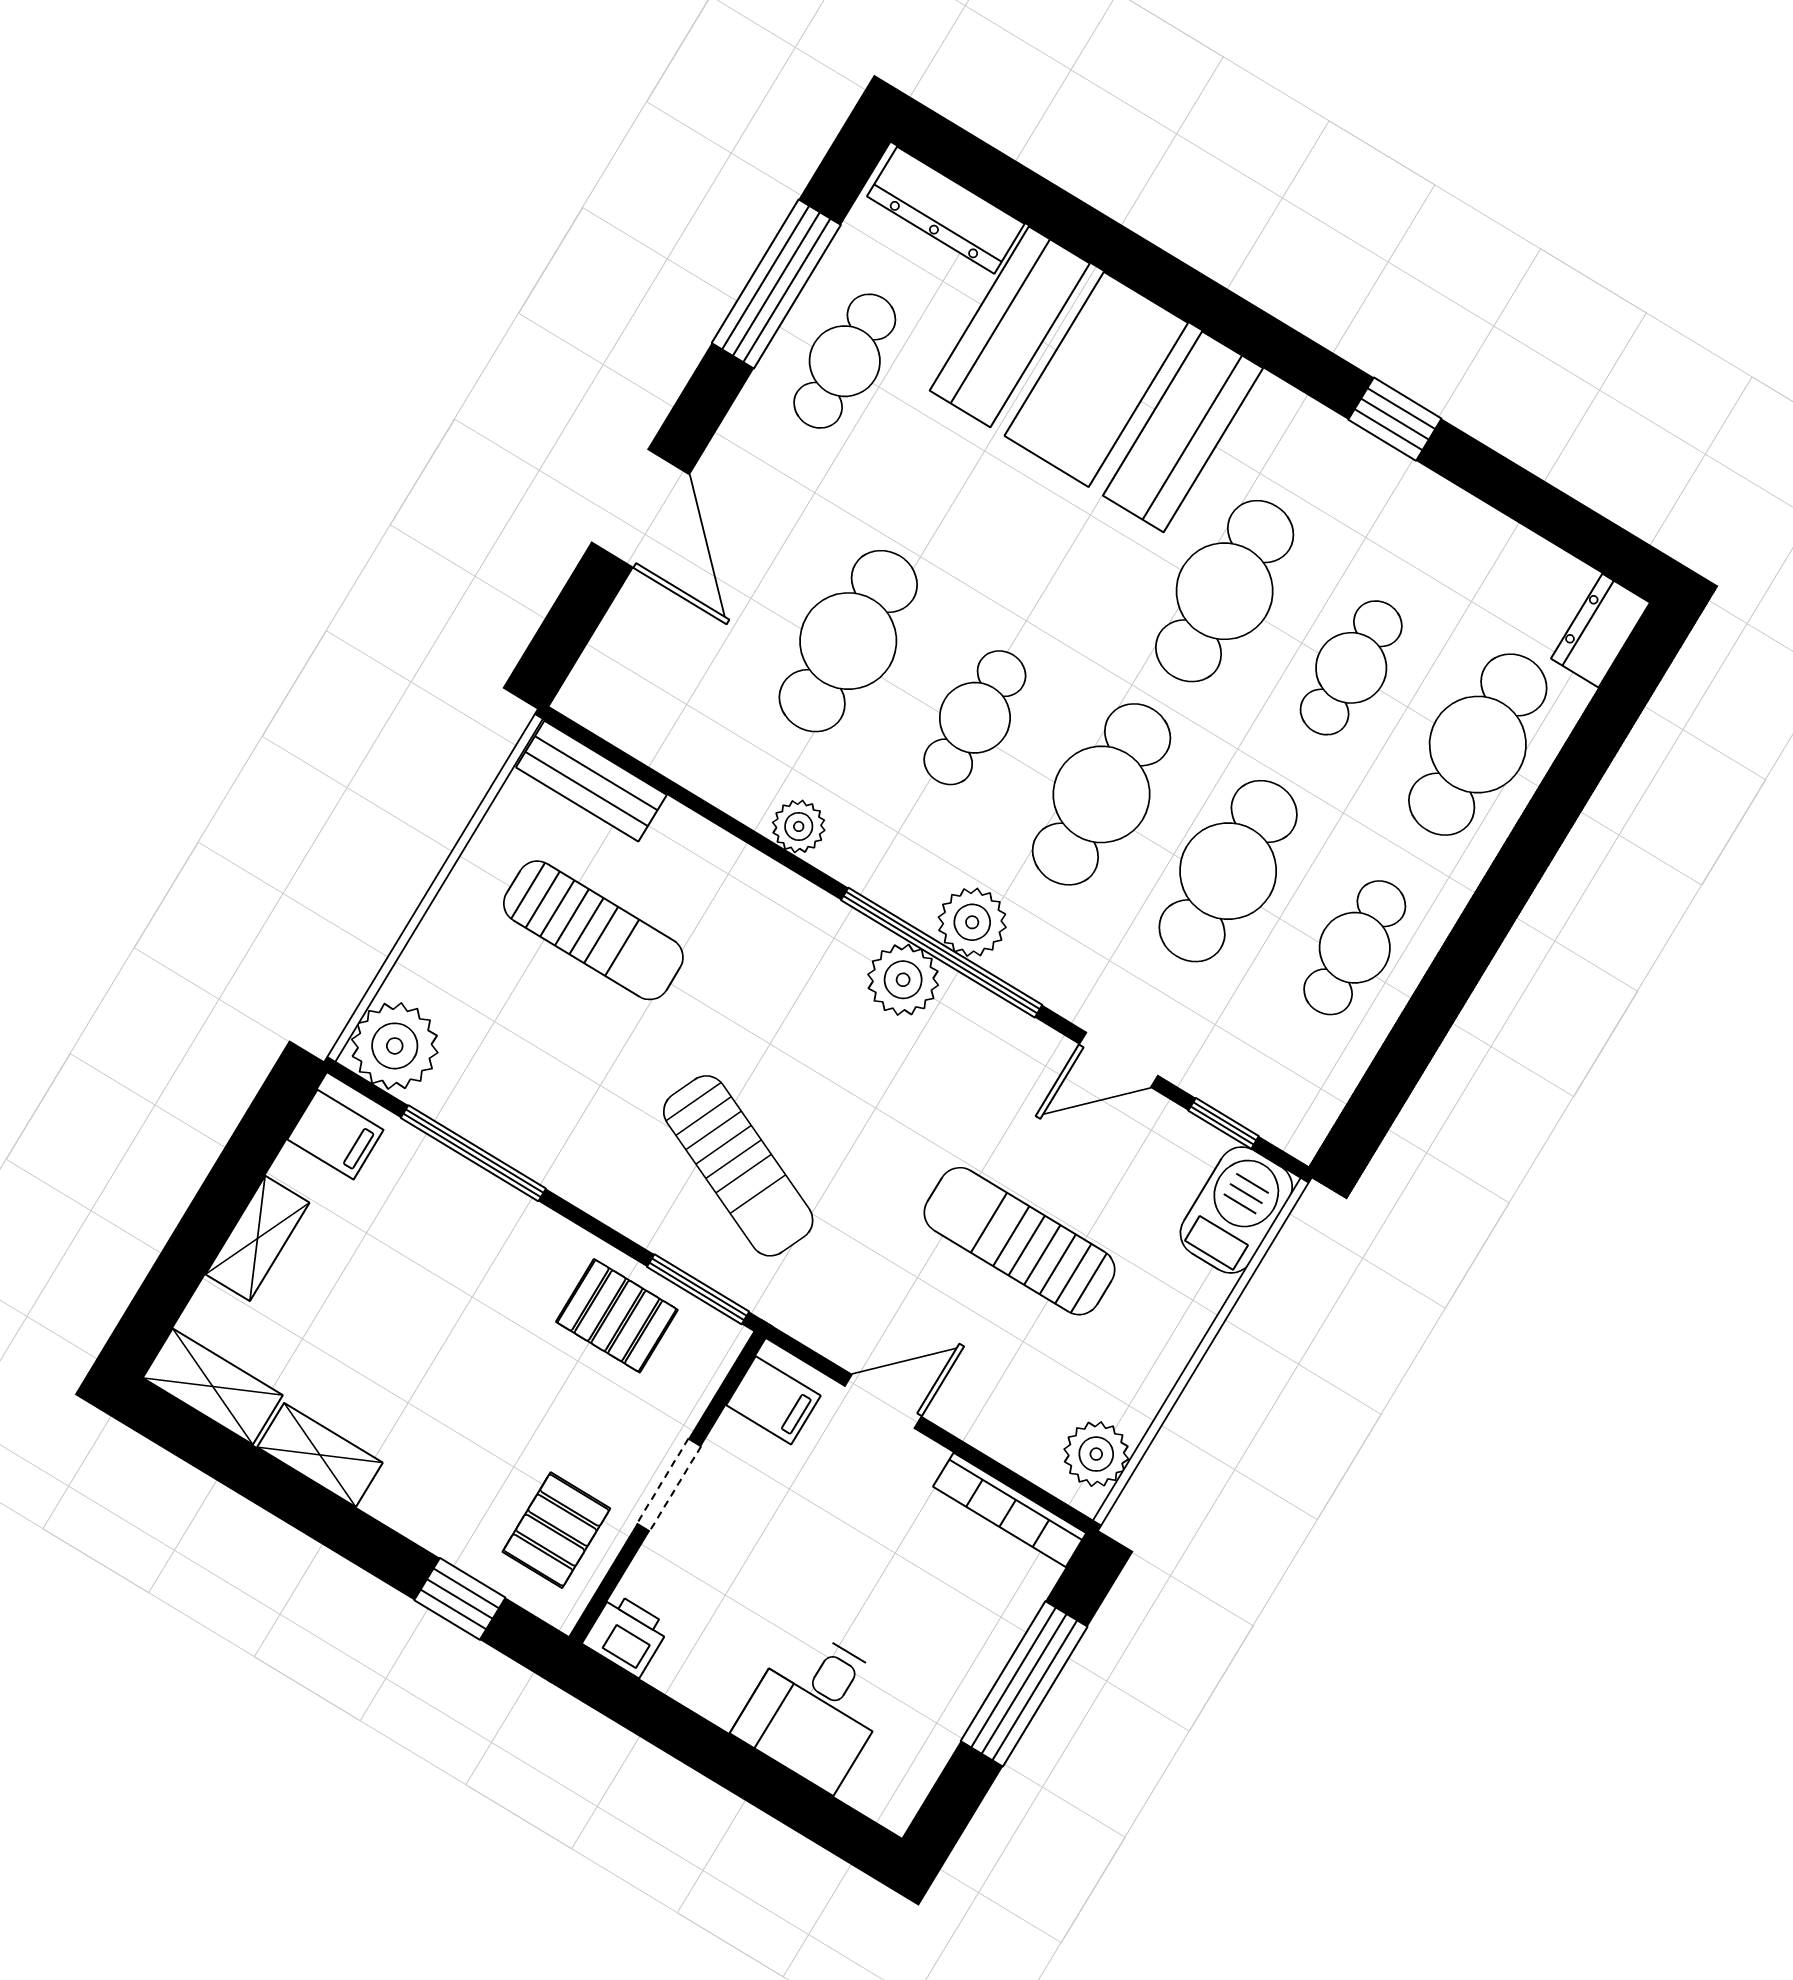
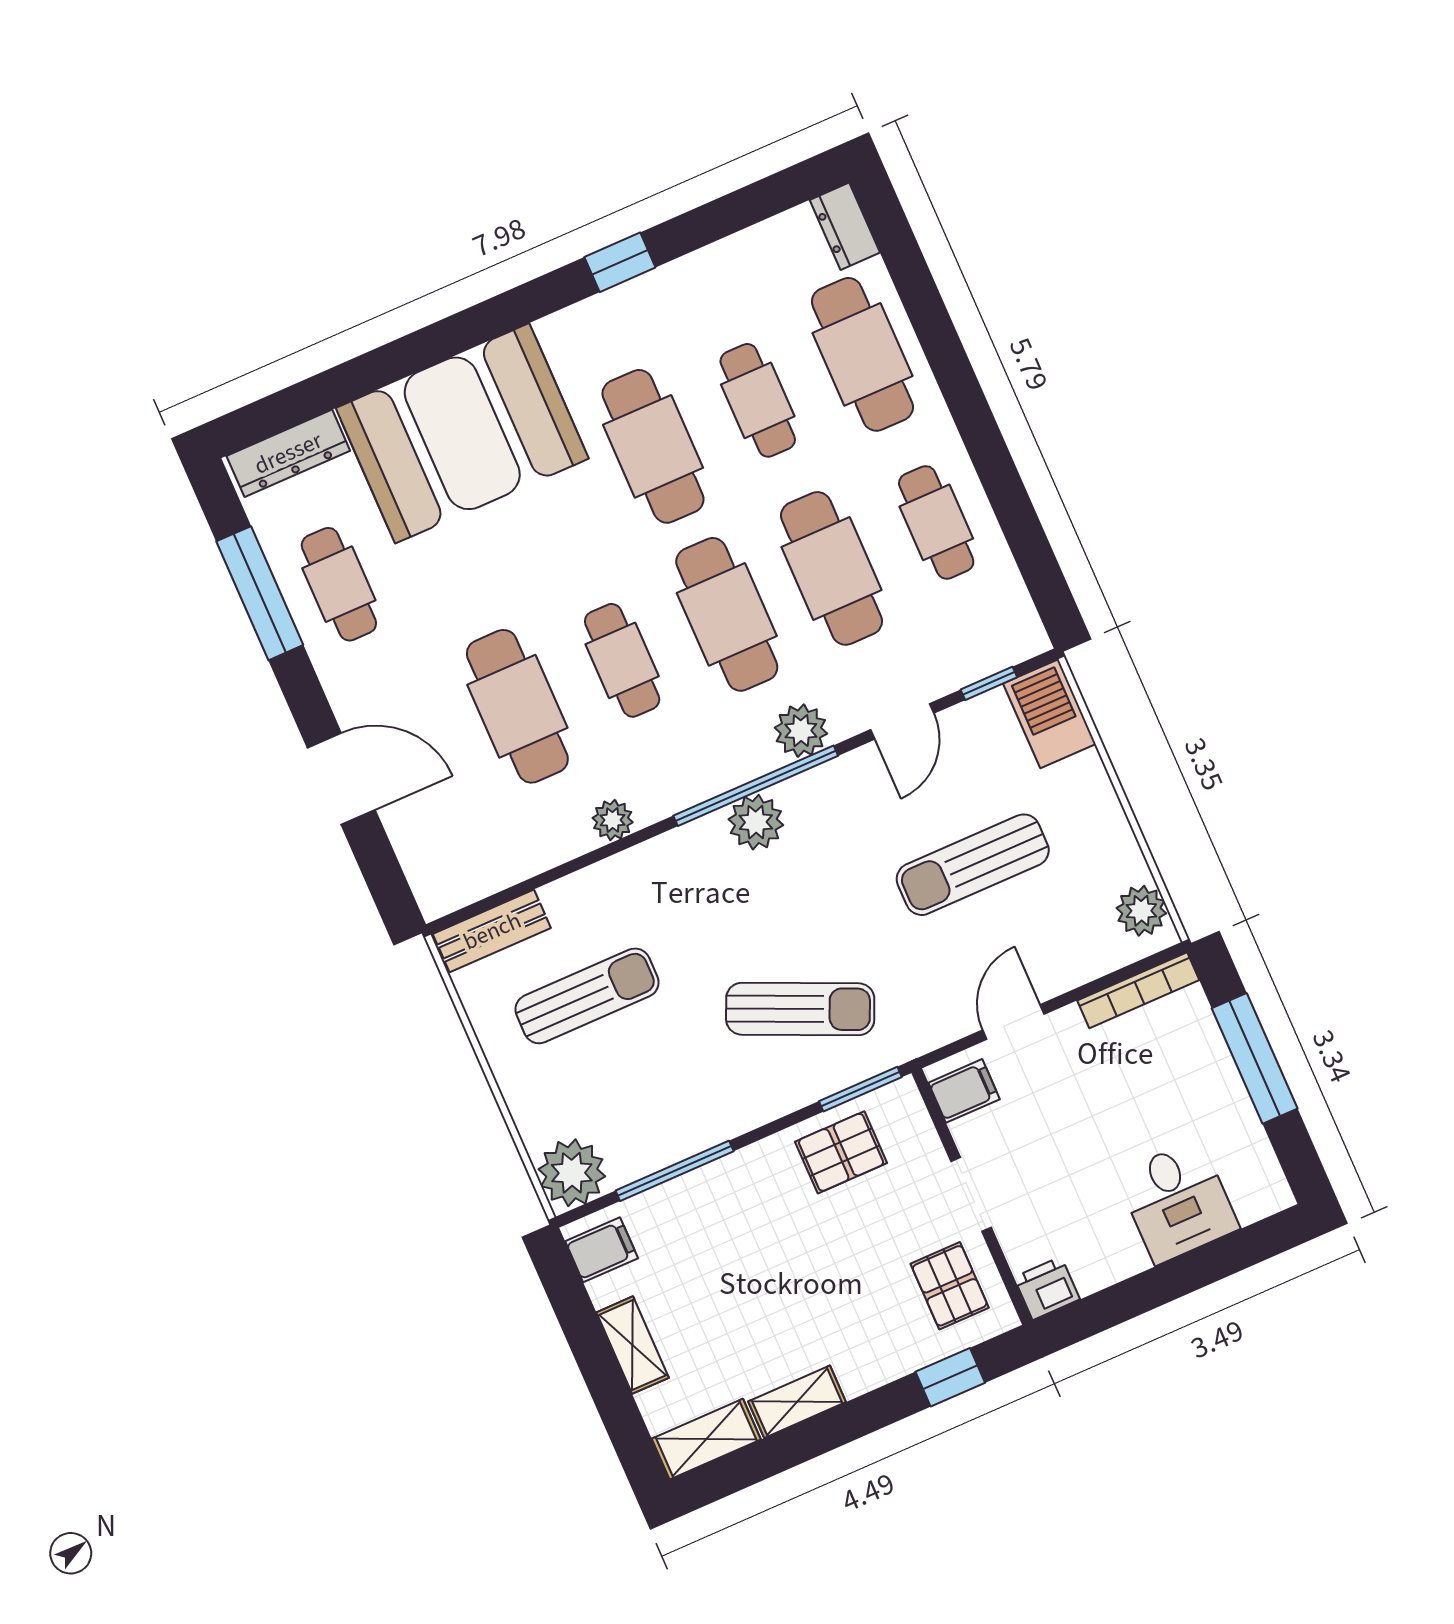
plant: (972, 922) -> (801, 731), moved

